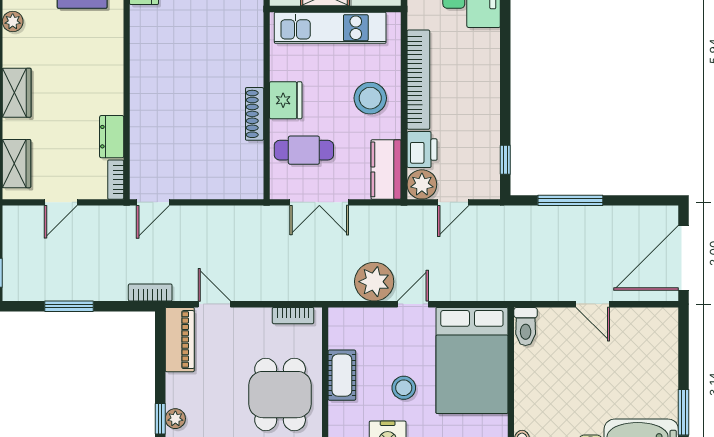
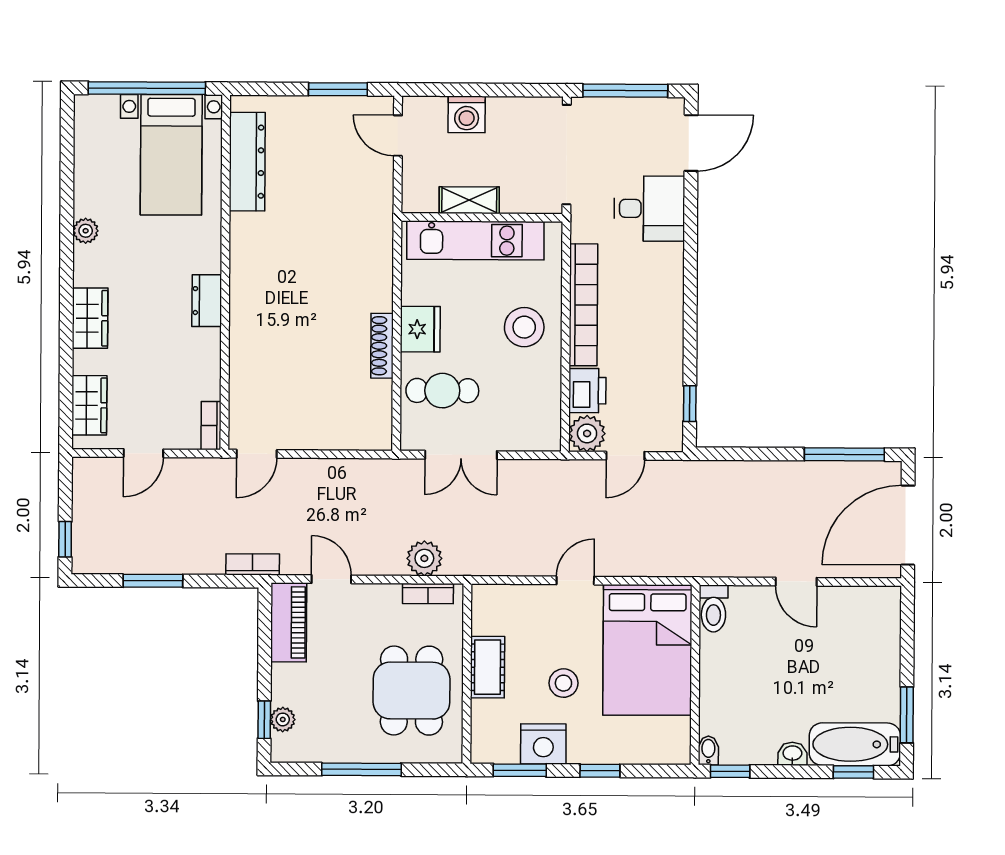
dresser: (112, 137) -> (207, 301), moved
kitchen counter: (386, 169) -> (543, 415), removed
window: (570, 200) -> (844, 454), moved
plant: (374, 282) -> (424, 558), moved, width x0.73, depth x0.73

